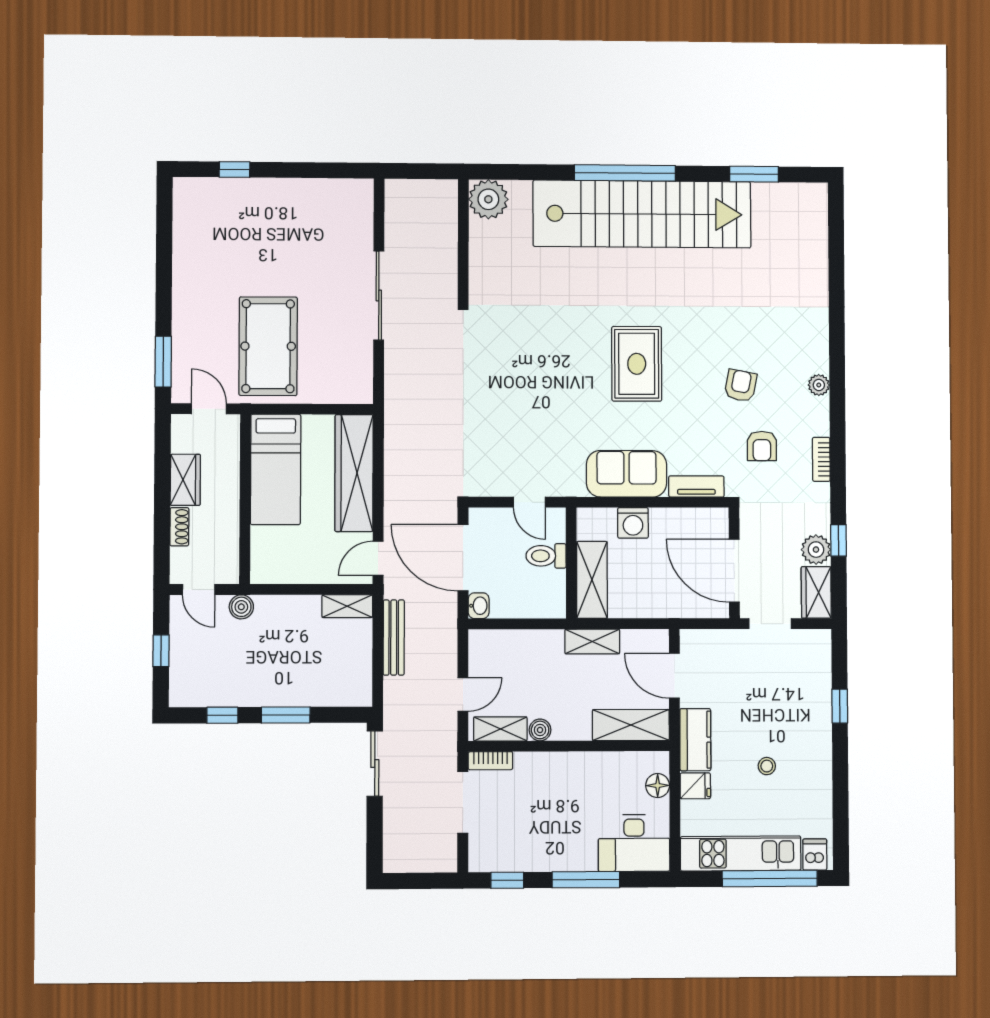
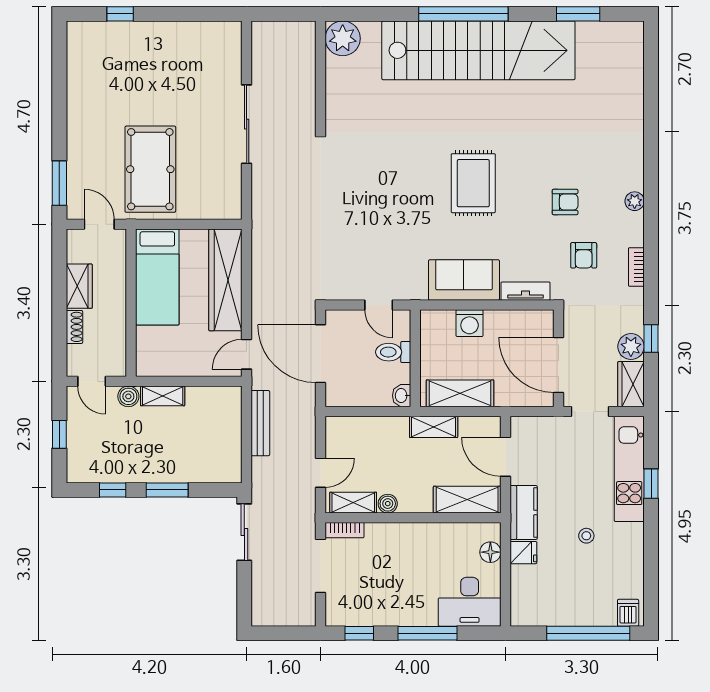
armchair: (741, 386) -> (565, 202), turned 79
shelving: (592, 580) -> (460, 393), moved, turned 90
shelving: (347, 606) -> (163, 396), moved
washbasin: (479, 606) -> (402, 396), moved, turned 180
kitchen unit: (741, 853) -> (629, 469), moved, turned -90

